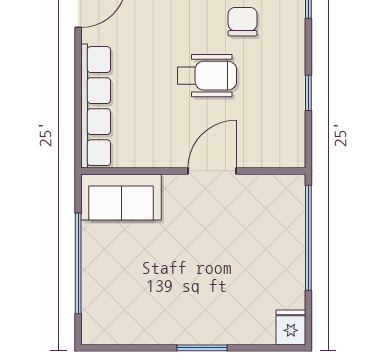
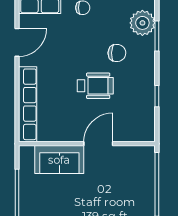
chair: (243, 22) -> (117, 53), turned 92
sofa: (121, 197) -> (59, 160), moved

